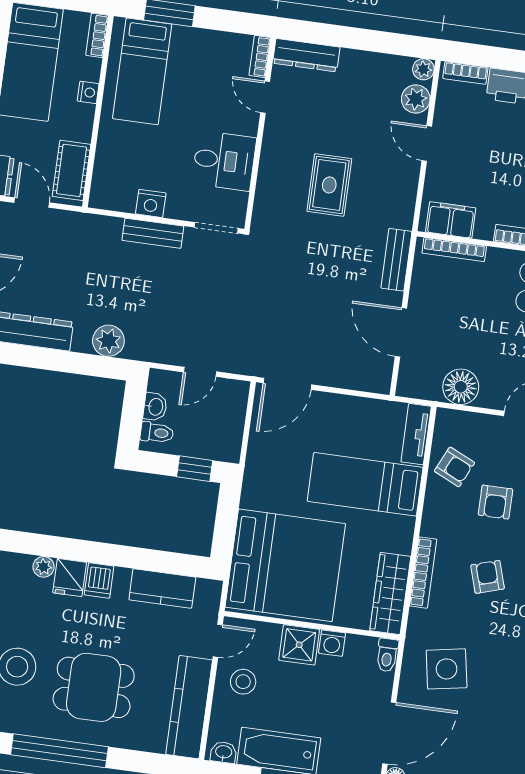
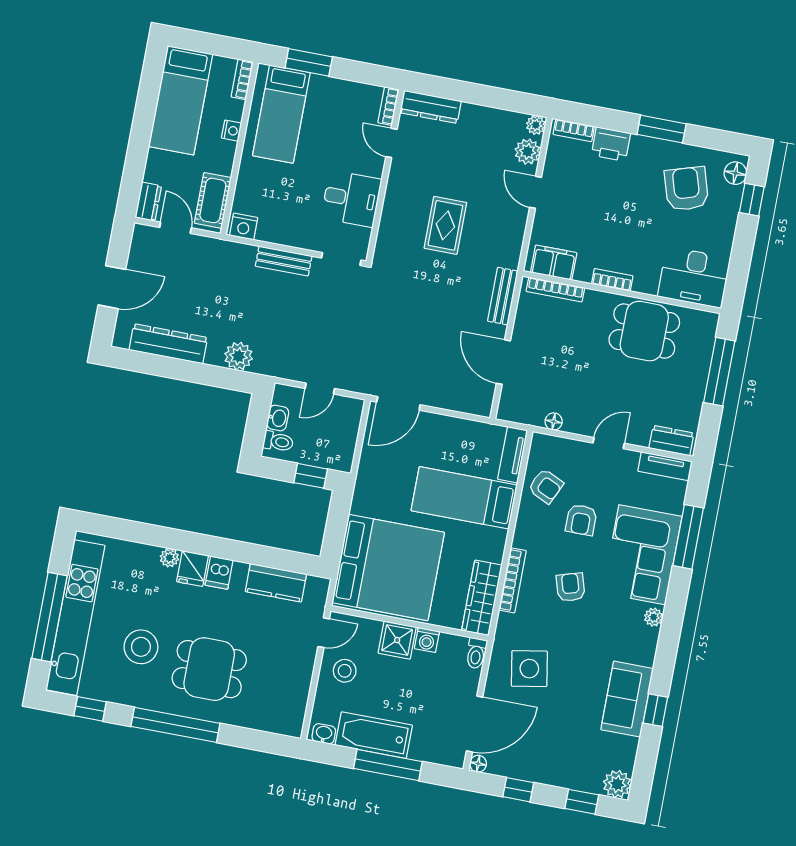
nightstand: (151, 203) -> (244, 226), moved
floor lamp: (461, 387) -> (554, 421), width x0.53, depth x0.53
kitchen counter: (189, 707) -> (295, 691), removed

